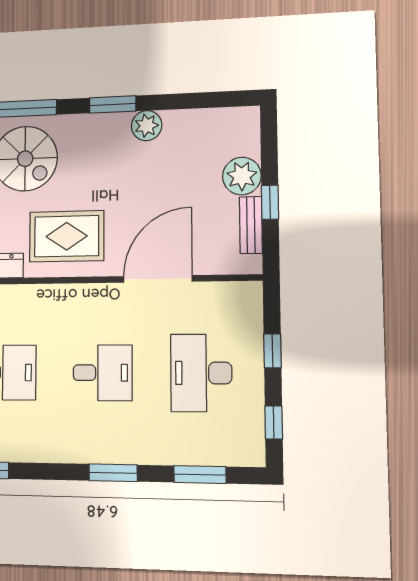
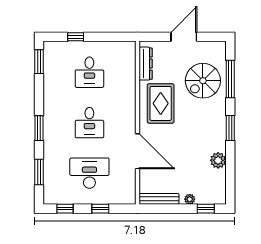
plant: (147, 126) -> (218, 160), moved
plant: (242, 176) -> (190, 199), width x0.53, depth x0.53
window: (270, 202) -> (206, 209), moved
bench: (251, 225) -> (159, 199), width x1.36

